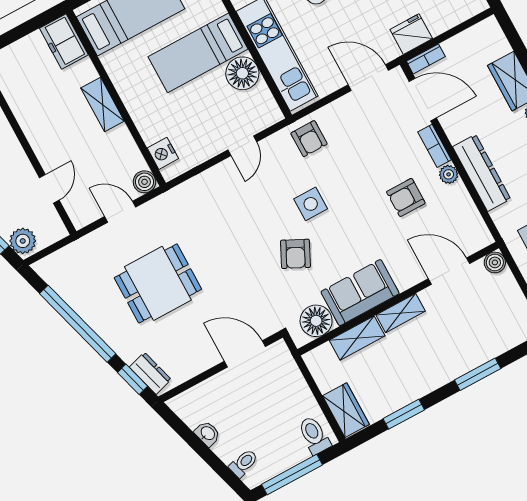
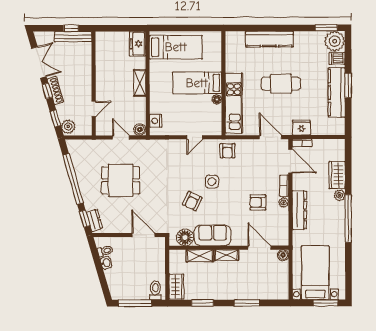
floor lamp: (242, 73) -> (217, 99), width x0.53, depth x0.53
toilet: (244, 463) -> (105, 251), moved

